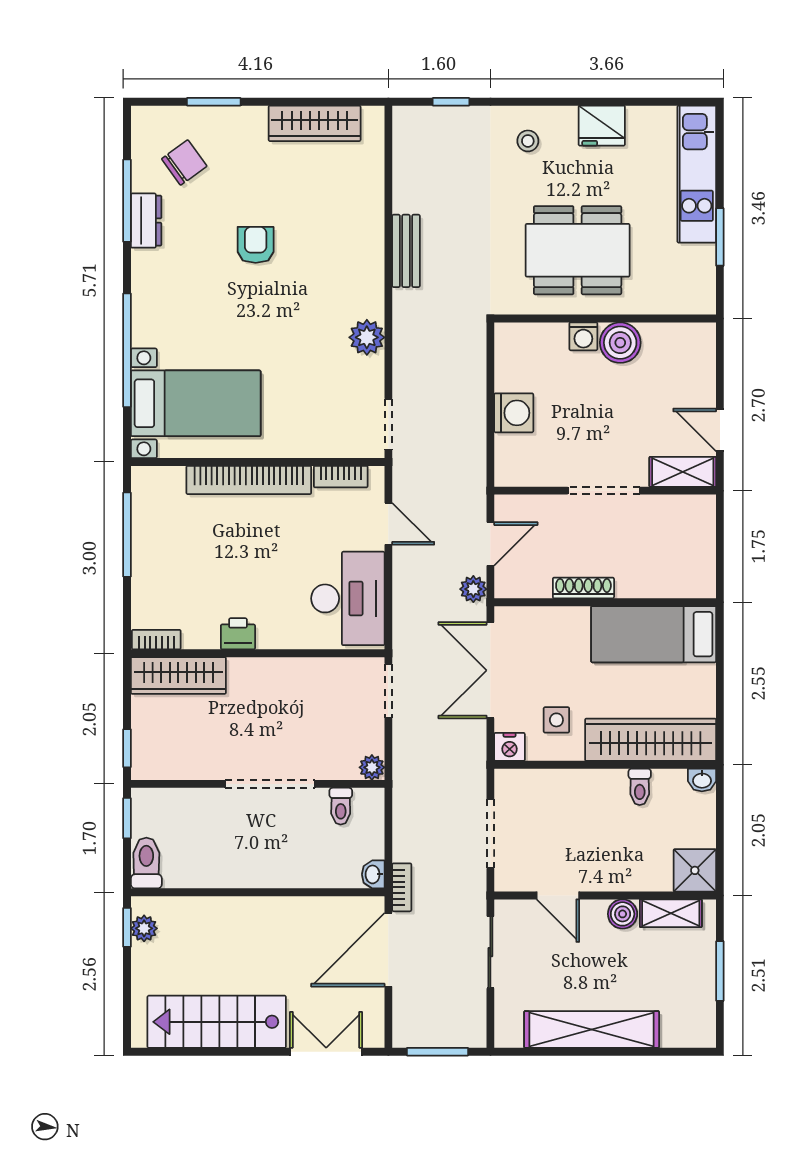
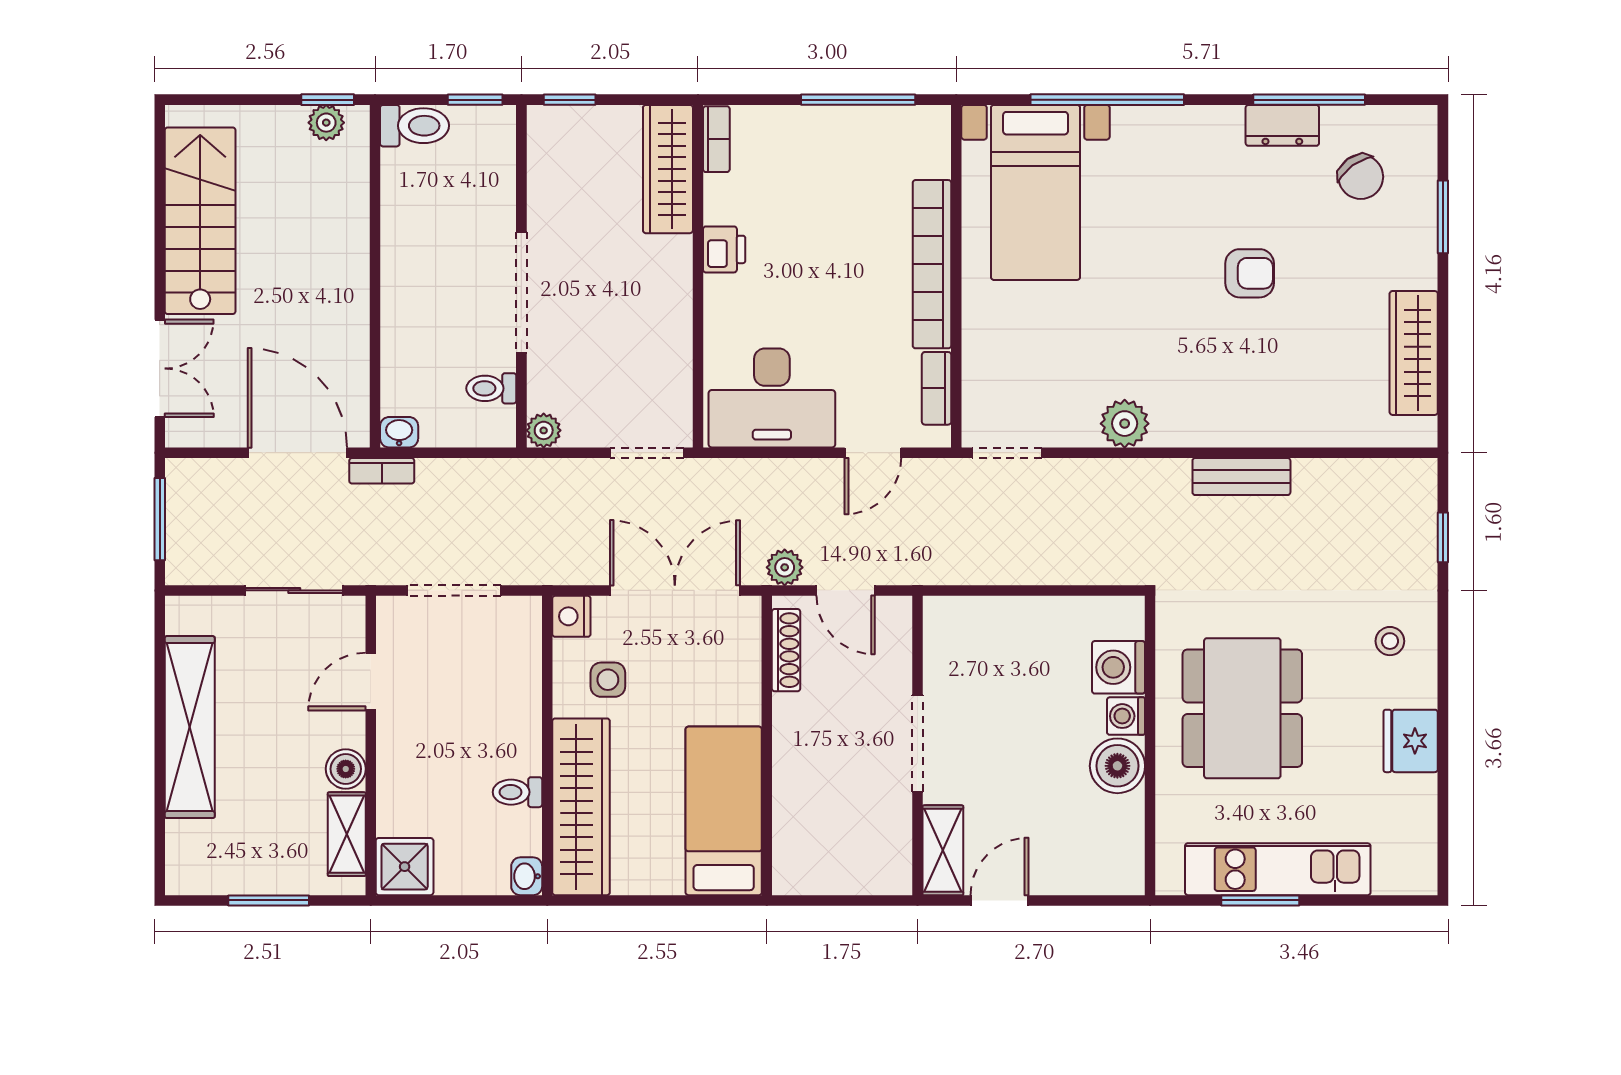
kitchen unit: (697, 174) -> (1278, 869), moved
washing machine: (514, 413) -> (1118, 667), moved, turned 90
shoe rack: (583, 588) -> (786, 650), moved

